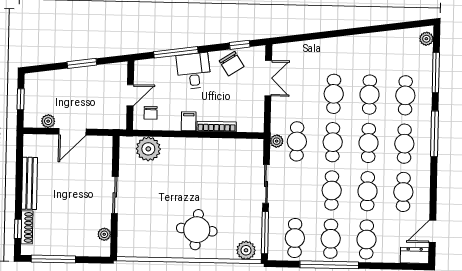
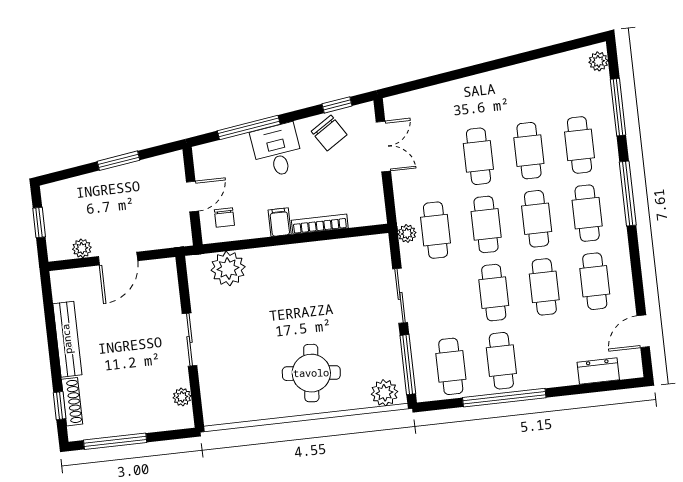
cafe table: (366, 240) -> (552, 355), removed
dresser: (415, 255) -> (598, 371), moved

